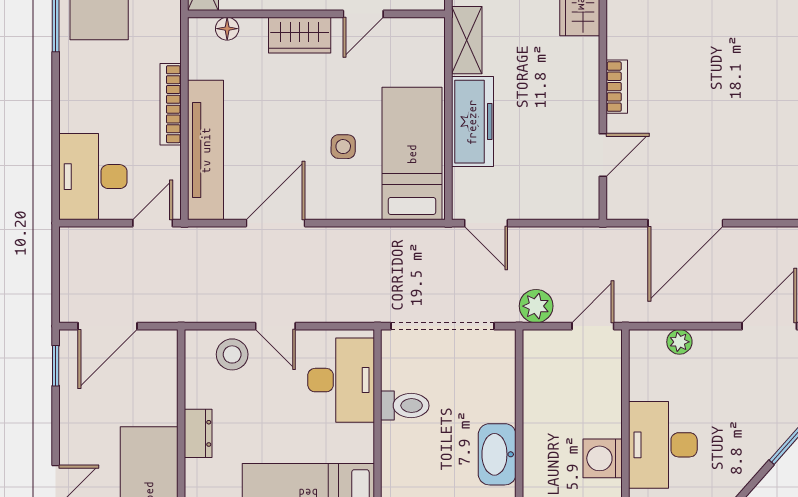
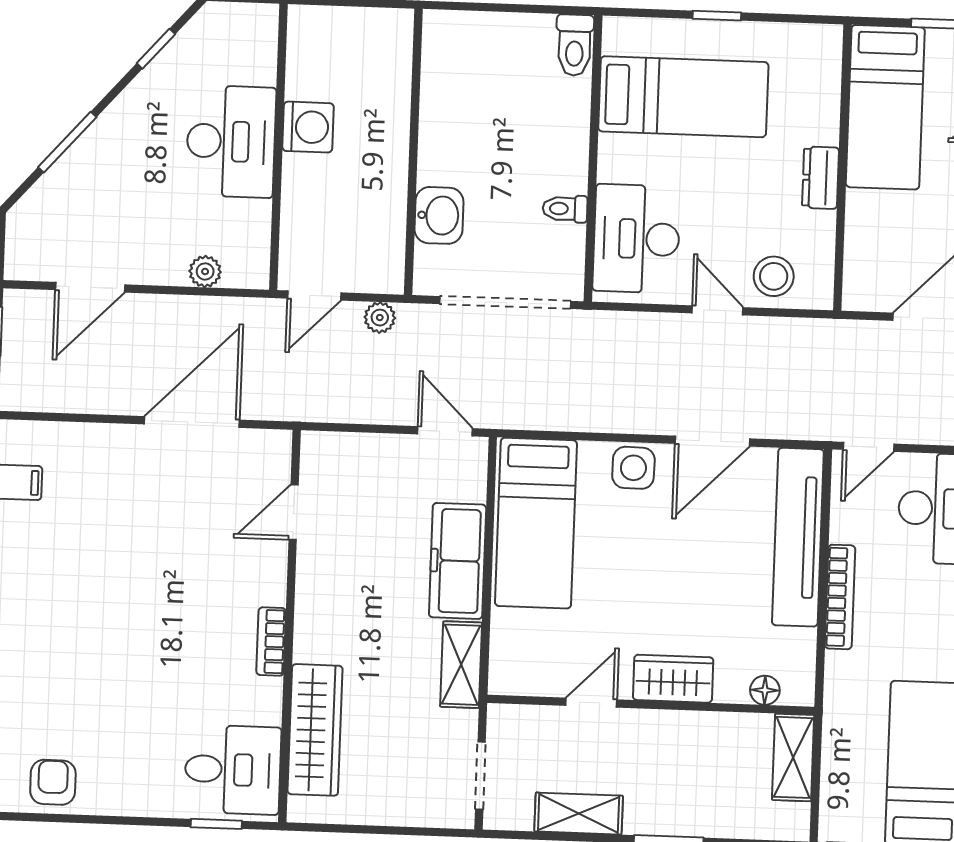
bookcase: (617, 87) -> (271, 642), moved
side table: (343, 147) -> (633, 468), moved, width x1.37, depth x1.37
plant: (536, 306) -> (380, 318), width x0.73, depth x0.73
toilet: (405, 406) -> (565, 209), width x0.73, depth x0.72
washbasin: (497, 454) -> (439, 215), moved, width x0.72

